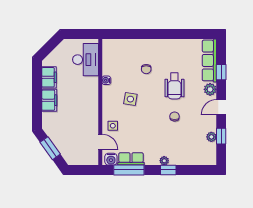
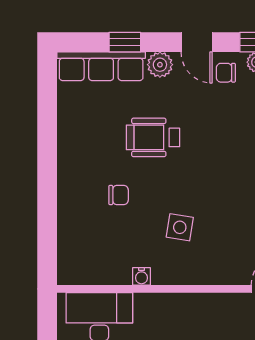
wheelchair: (174, 86) -> (153, 137), turned 180
chair: (175, 116) -> (226, 73), moved
side table: (113, 126) -> (234, 263), removed

